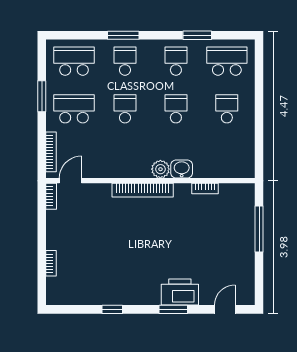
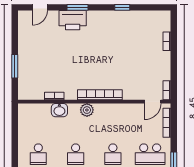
washbasin: (182, 169) -> (59, 110), moved
window: (259, 229) -> (15, 66), width x0.69

